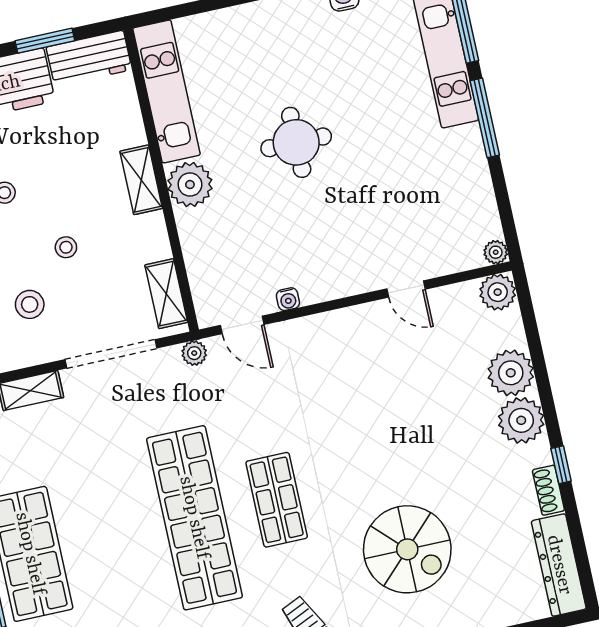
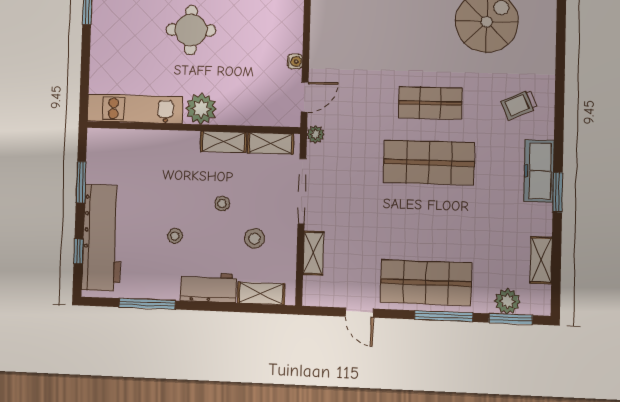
workbench: (89, 58) -> (100, 156), removed
shelving: (141, 180) -> (223, 142), moved
shop shelf: (194, 518) -> (429, 163), width x0.71

